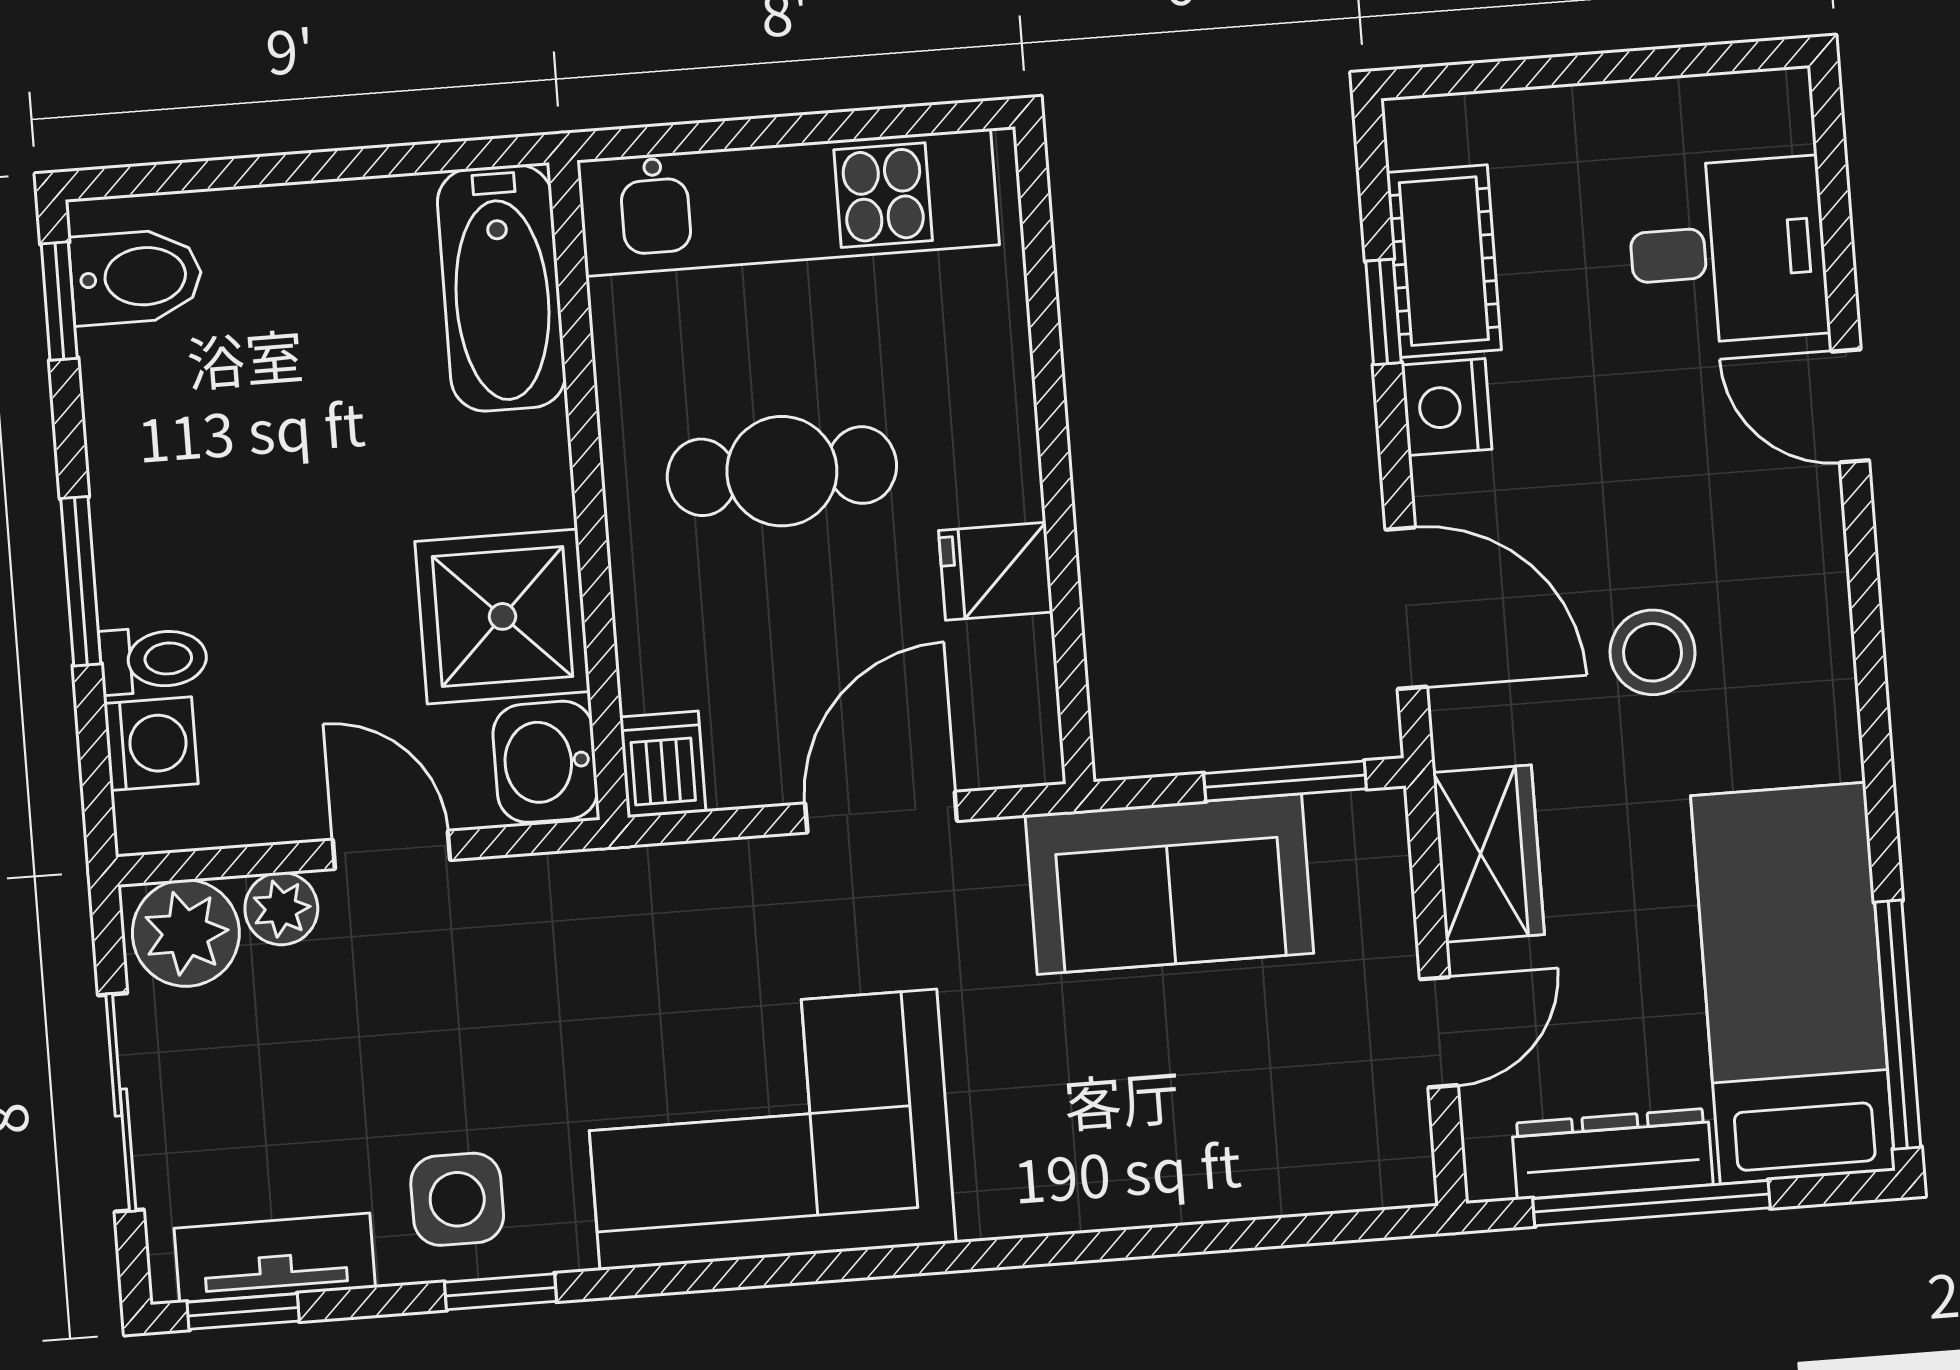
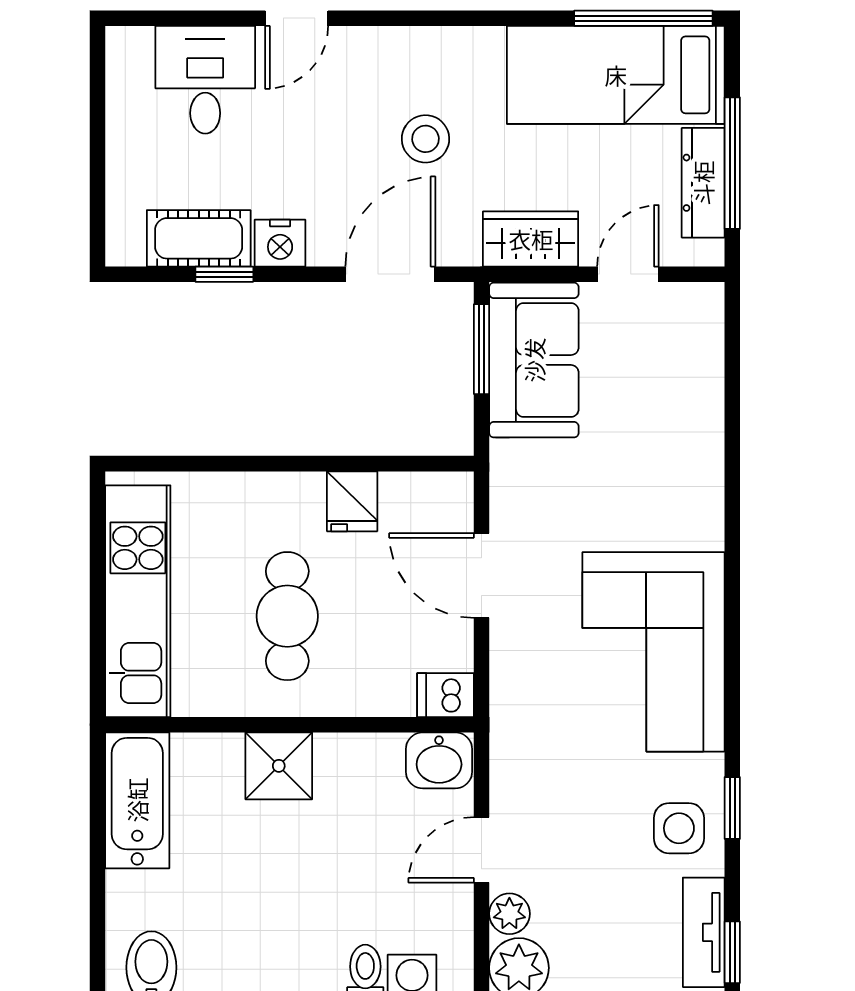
bathtub: (502, 288) -> (137, 800), moved, turned -90
shower: (503, 616) -> (279, 766), moved, width x0.73, depth x0.73
sofa: (1169, 884) -> (534, 360), moved
door: (1439, 1032) -> (628, 274), hinge flipped

